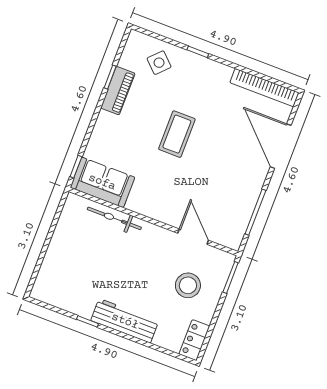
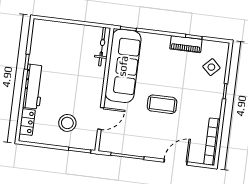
coffee table: (177, 134) -> (162, 104), moved
door: (281, 146) -> (176, 162), width x0.73
sofa: (102, 182) -> (123, 66), width x1.85, depth x1.27
bicycle: (114, 218) -> (102, 47), moved
locker: (194, 340) -> (27, 122), moved, turned 90

